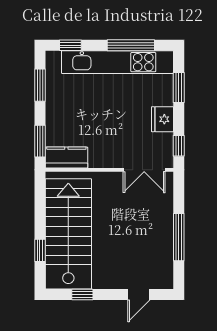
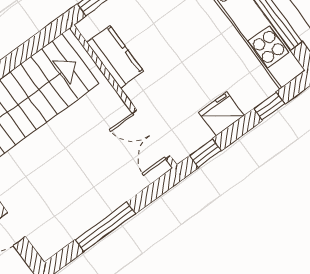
window: (179, 87) -> (269, 106), width x0.67
kitchen counter: (66, 157) -> (115, 57), moved

